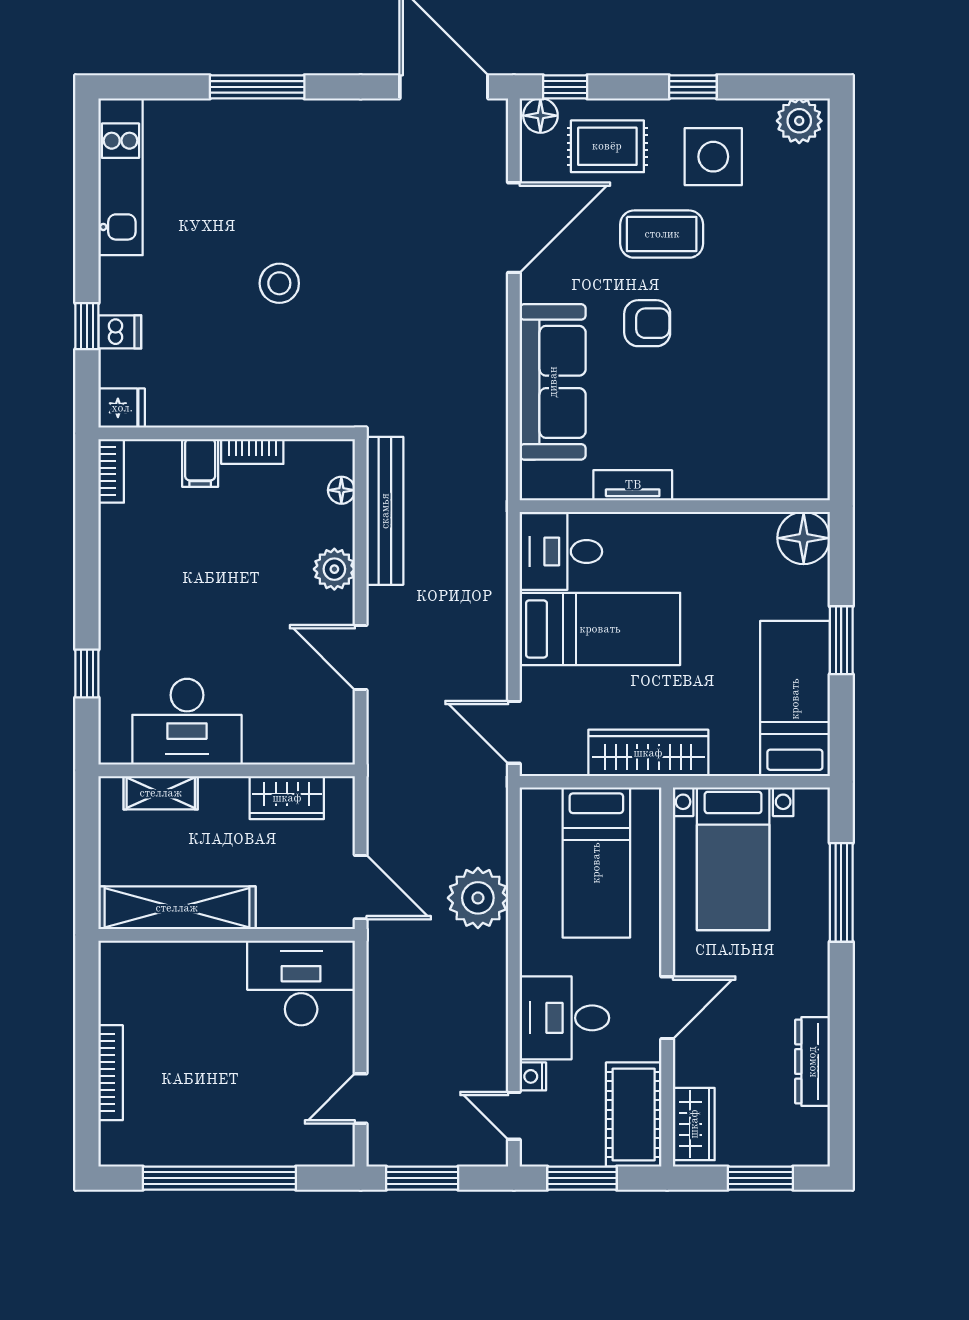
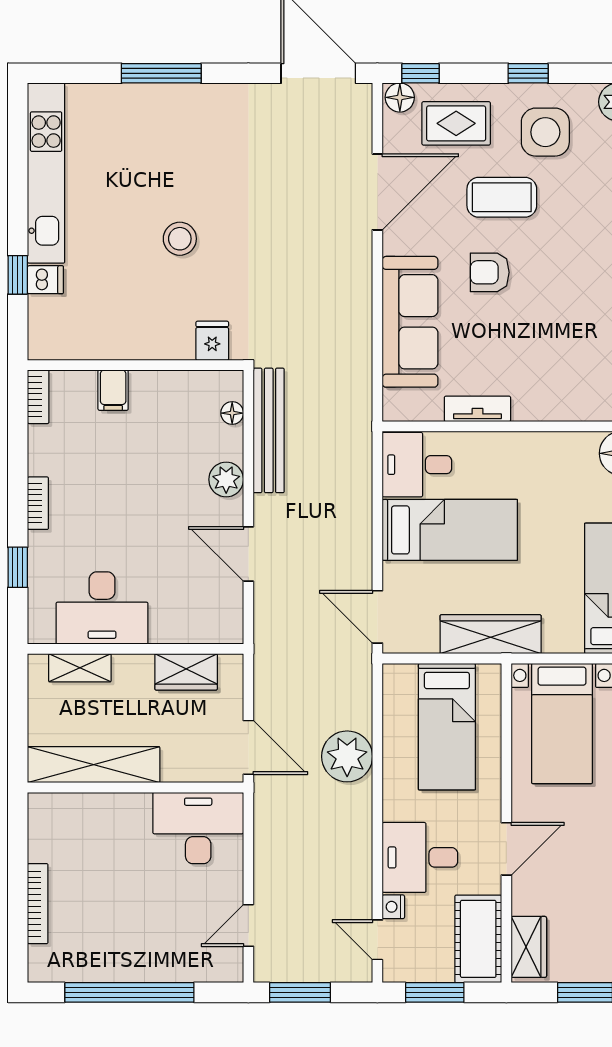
kitchen unit: (121, 177) -> (46, 173), width x1.36
armchair: (647, 323) -> (490, 272), turned 180
fridge: (122, 408) -> (212, 341), moved, turned -90
bookcase: (252, 452) -> (38, 503), moved, turned -90

